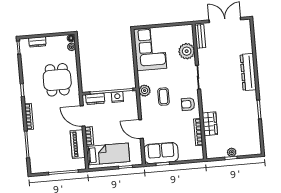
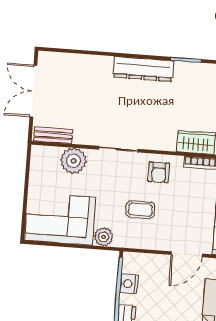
dresser: (248, 72) -> (143, 69), moved
plant: (145, 91) -> (104, 237), moved

